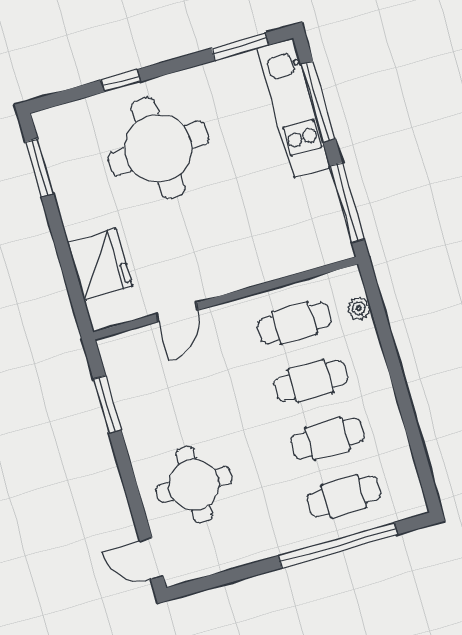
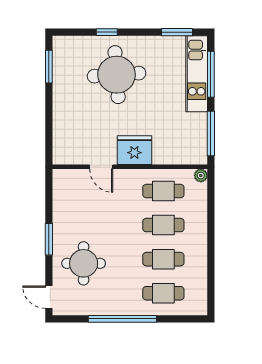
fridge: (100, 264) -> (134, 150), moved, turned -90
plant: (359, 308) -> (201, 175), moved
door: (177, 312) -> (101, 167), hinge flipped
window: (107, 404) -> (49, 239), moved
window: (338, 545) -> (122, 319), moved

